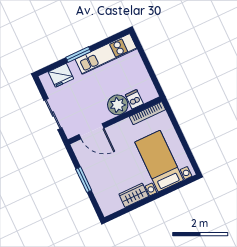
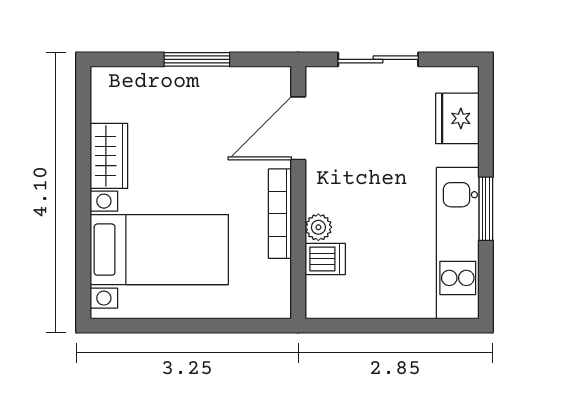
window: (78, 54) -> (486, 209), moved
plant: (118, 105) -> (318, 227), width x0.53, depth x0.53
bookcase: (147, 113) -> (280, 214), moved

